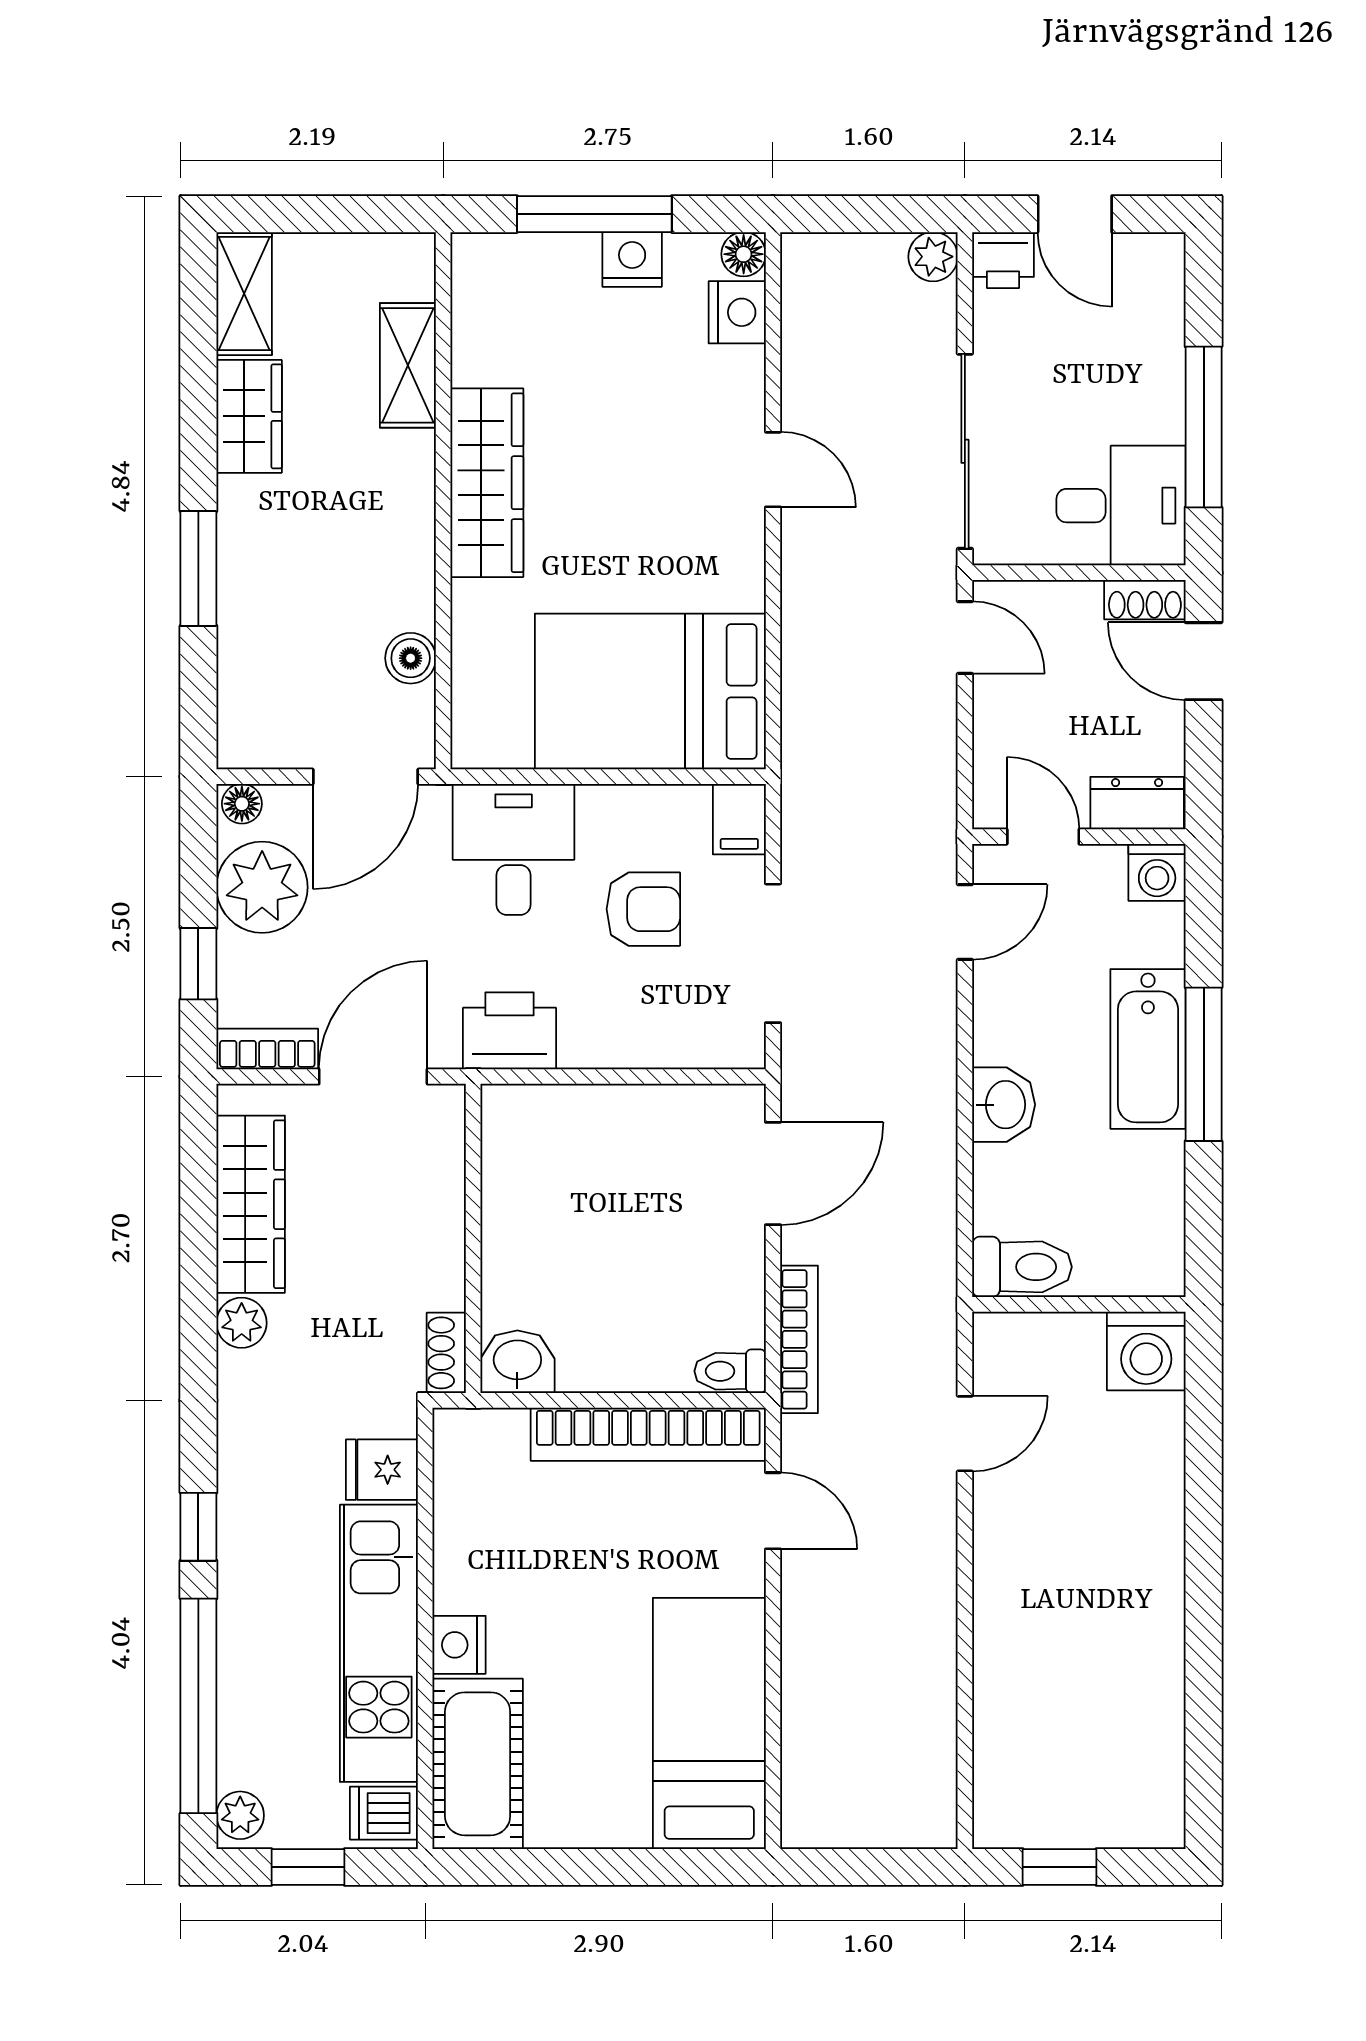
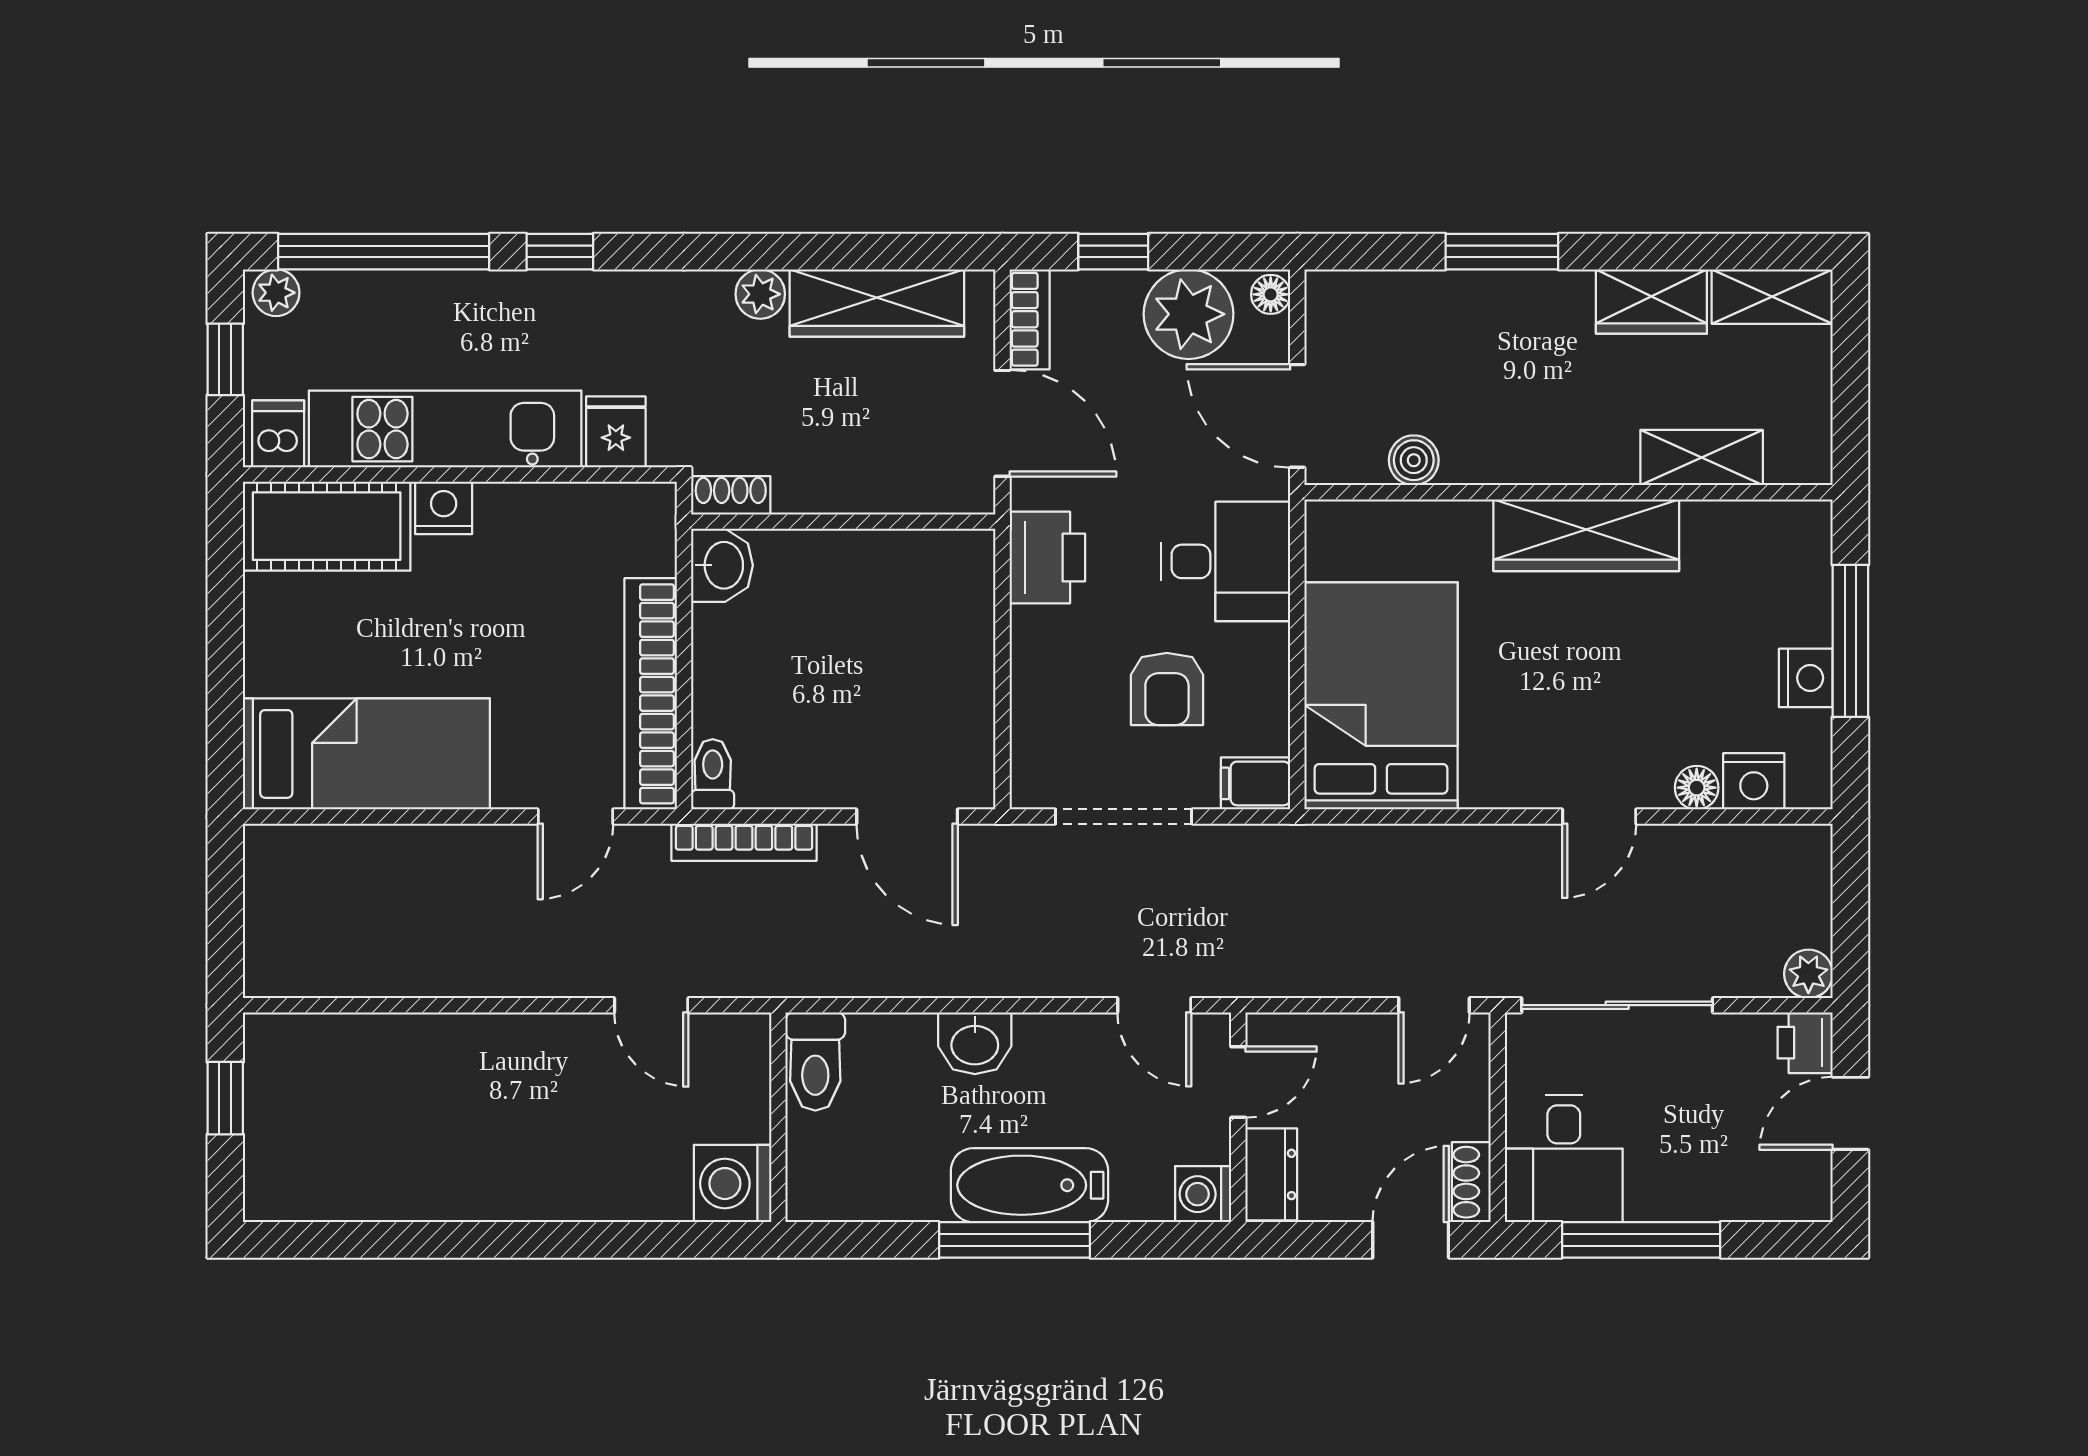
floor lamp: (744, 254) -> (1697, 788), moved

